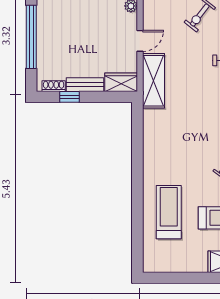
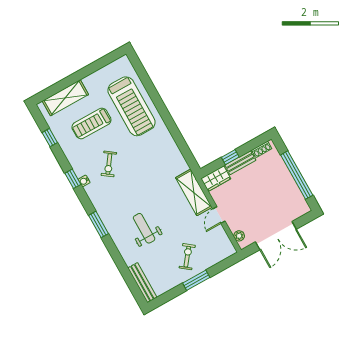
window: (70, 97) -> (230, 157), moved
treadmill: (169, 212) -> (131, 106), width x1.37, depth x1.38

